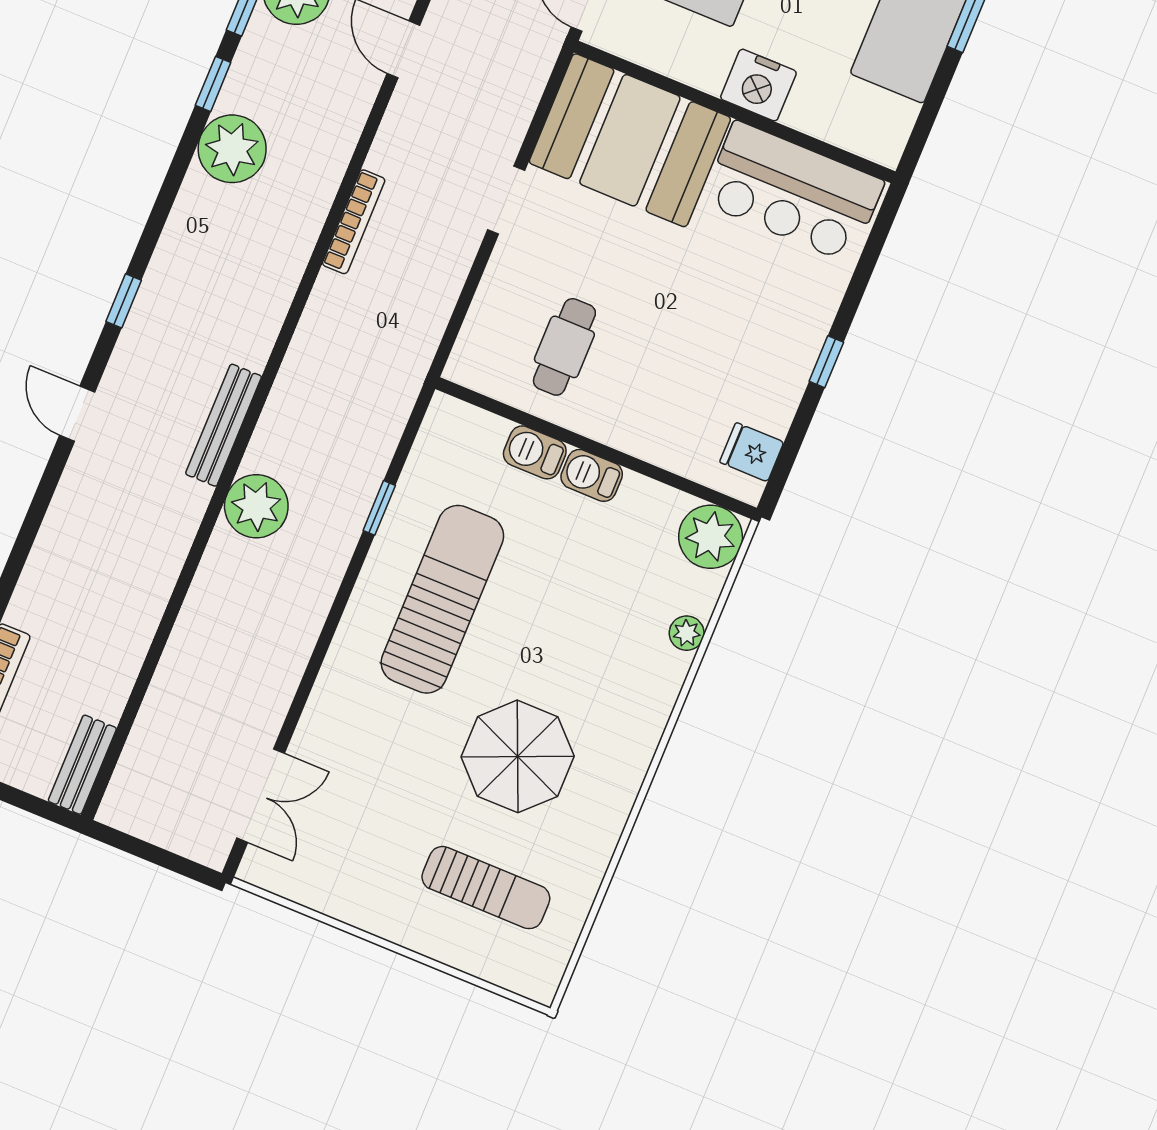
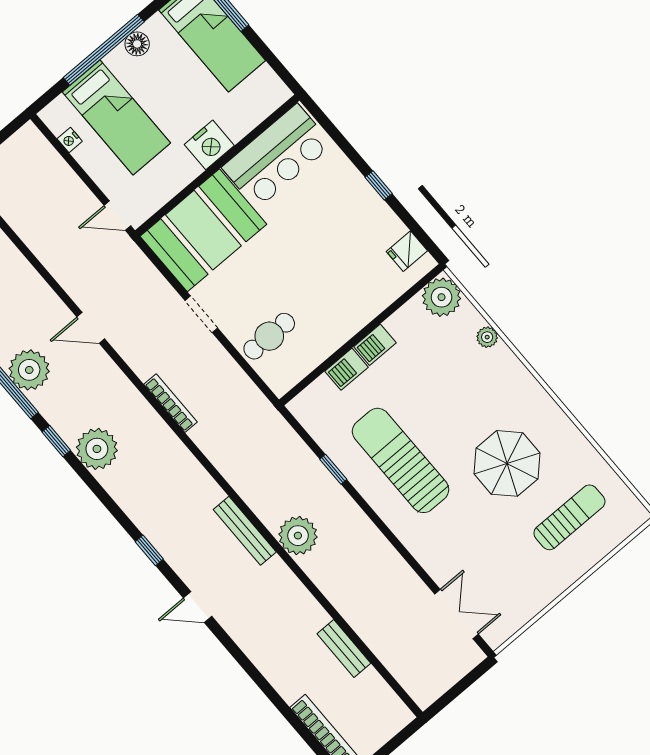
cafe table: (564, 347) -> (269, 336), moved, turned 90
bench: (82, 765) -> (344, 648), moved

